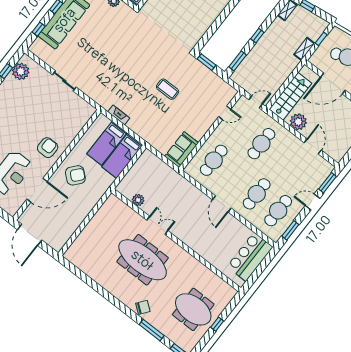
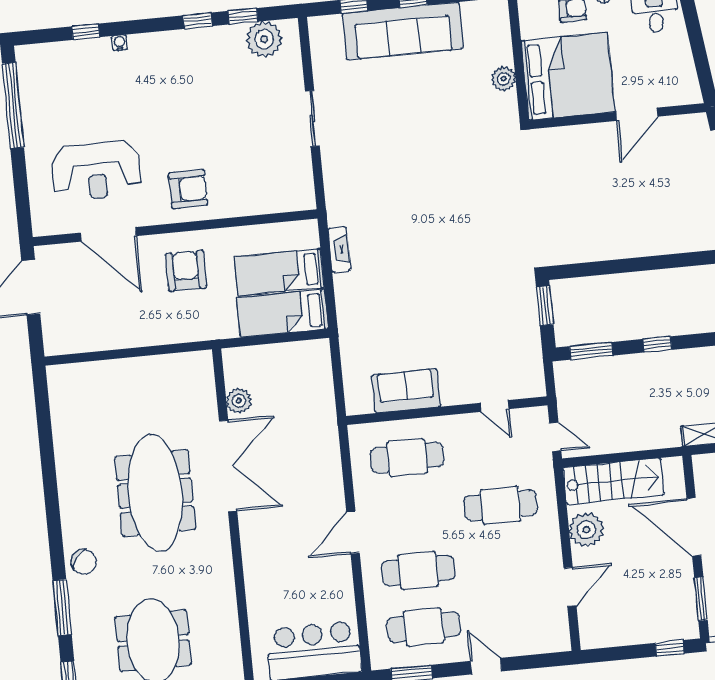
coffee table: (168, 89) -> (448, 286), removed
sofa: (182, 149) -> (406, 391), moved
armchair: (75, 175) -> (186, 271), turned -131
window: (328, 183) -> (537, 661), removed
double door: (157, 225) -> (228, 466), width x1.87

